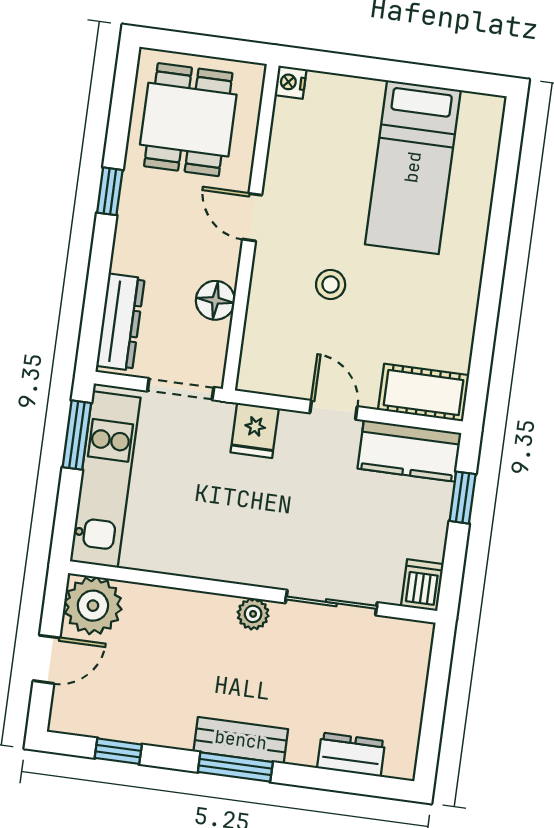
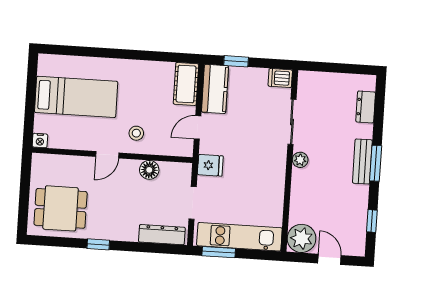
nightstand: (291, 82) -> (40, 141), moved
door: (252, 217) -> (107, 155), moved
wall: (251, 227) -> (112, 155), moved
floor lamp: (215, 300) -> (149, 170), moved

